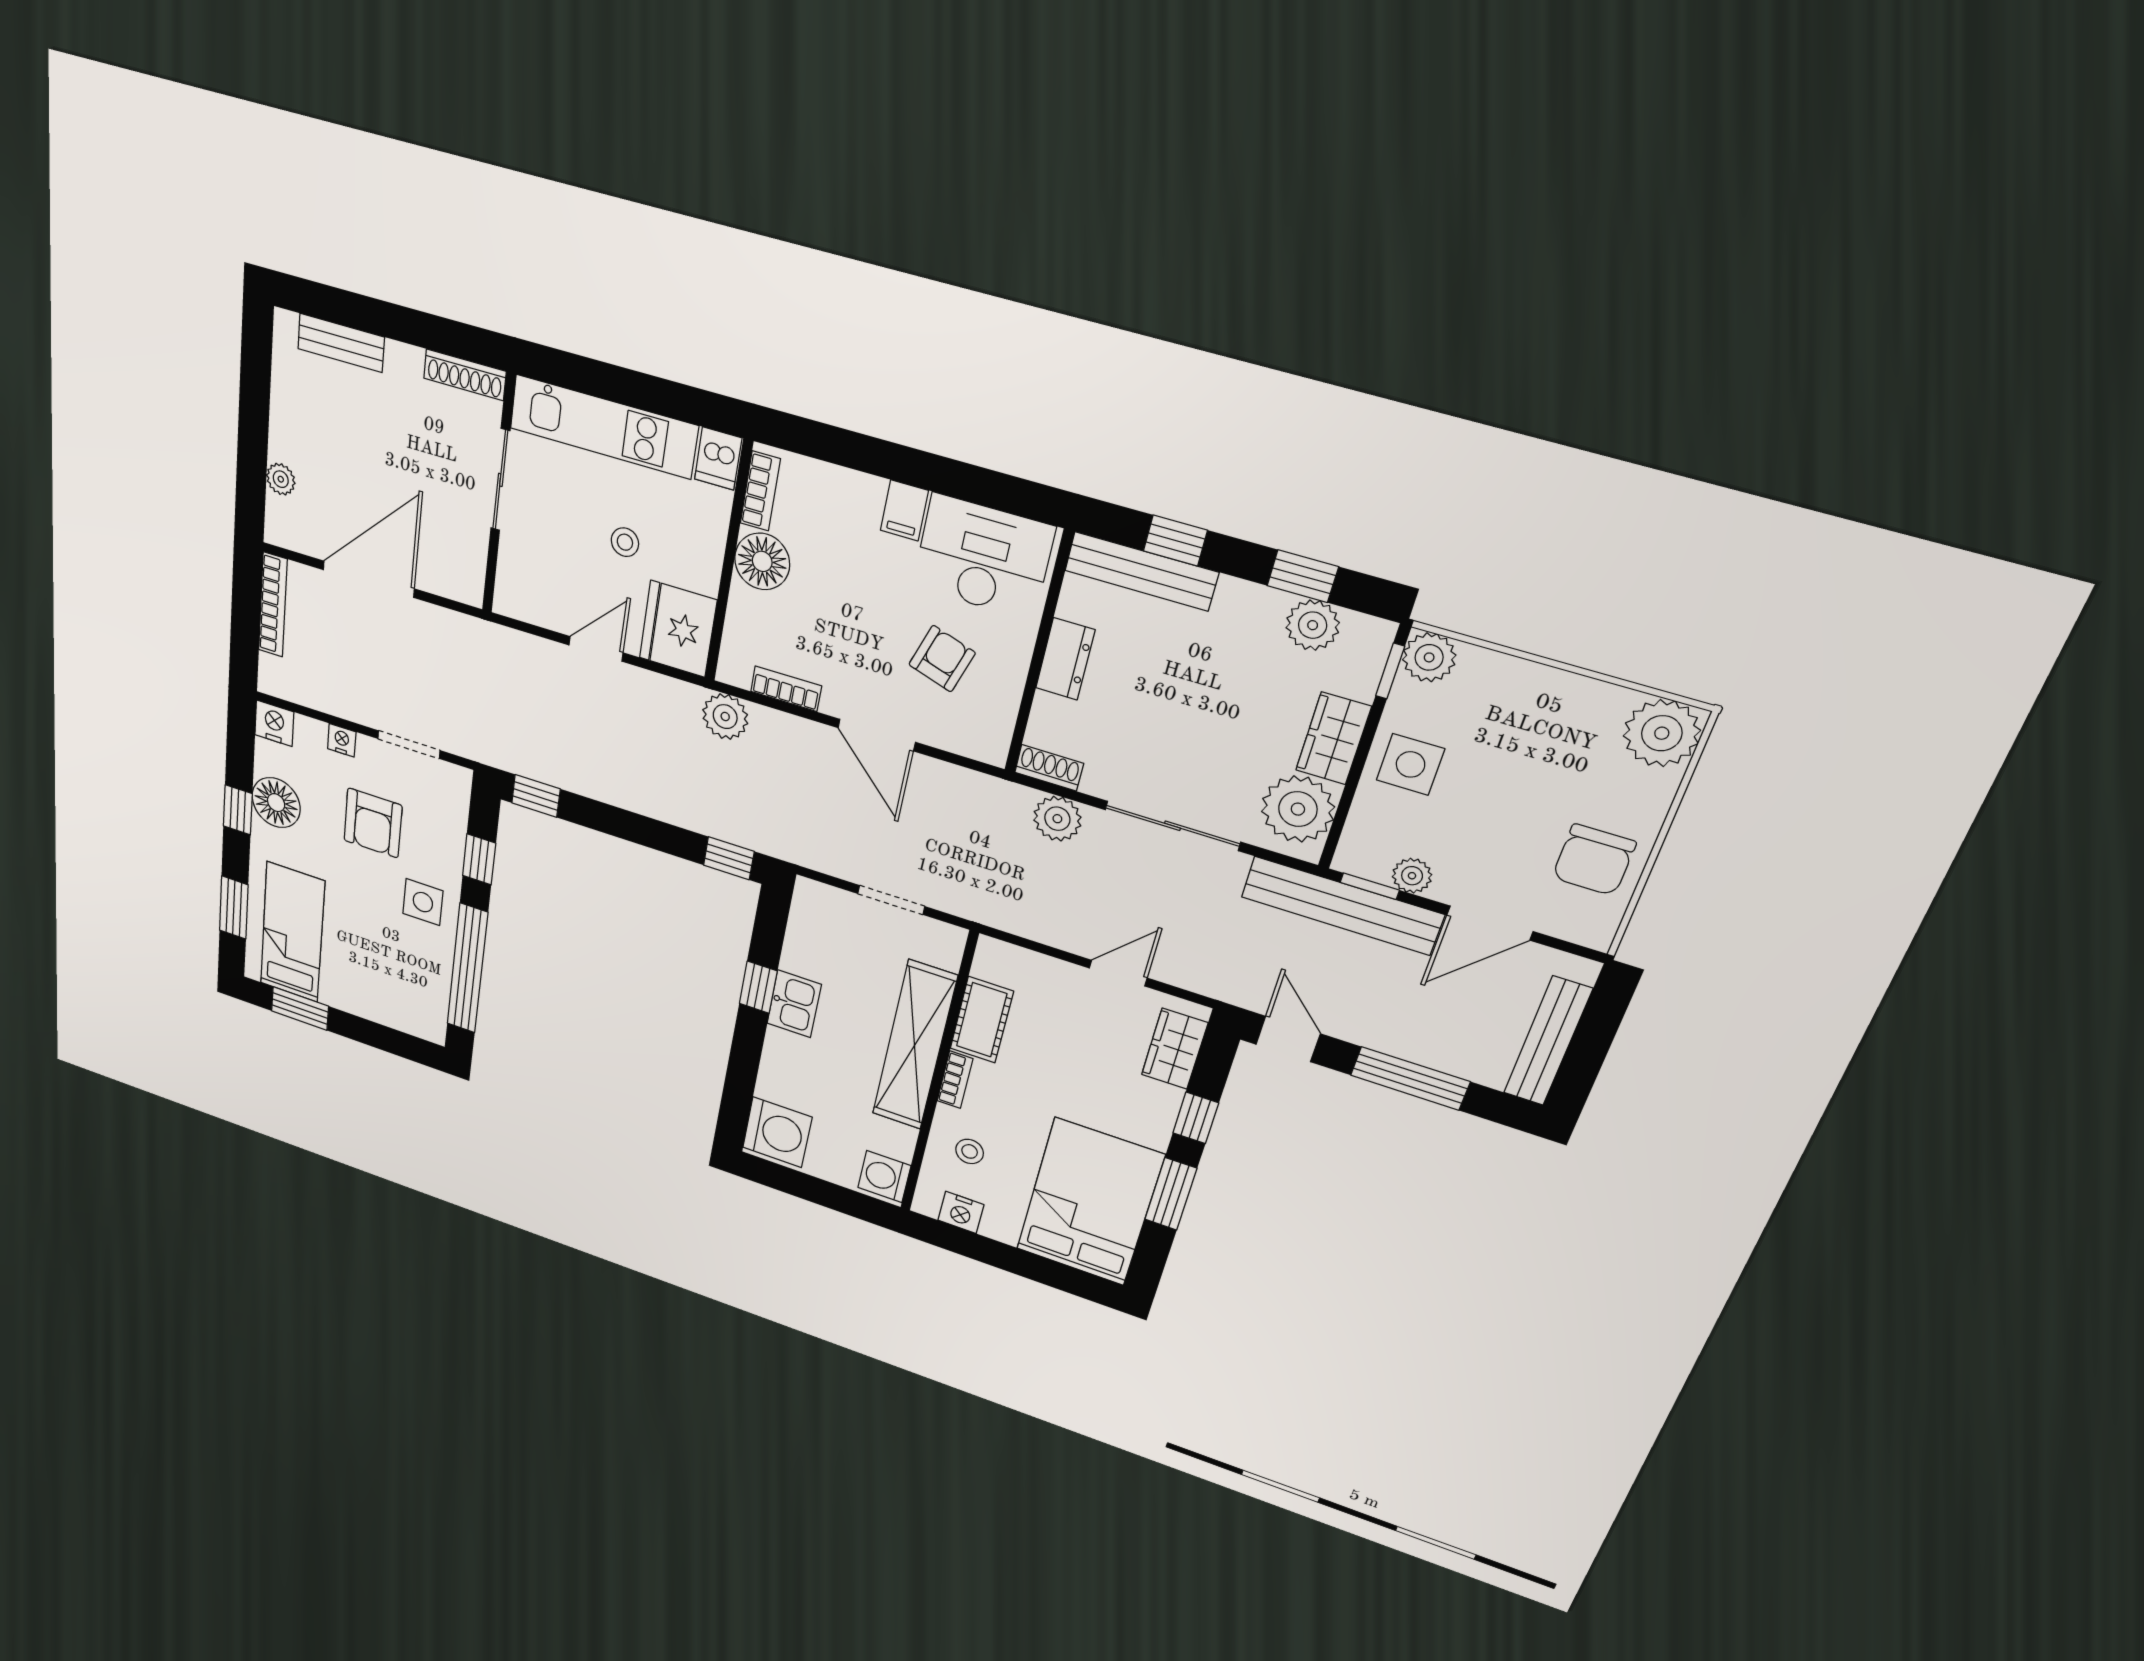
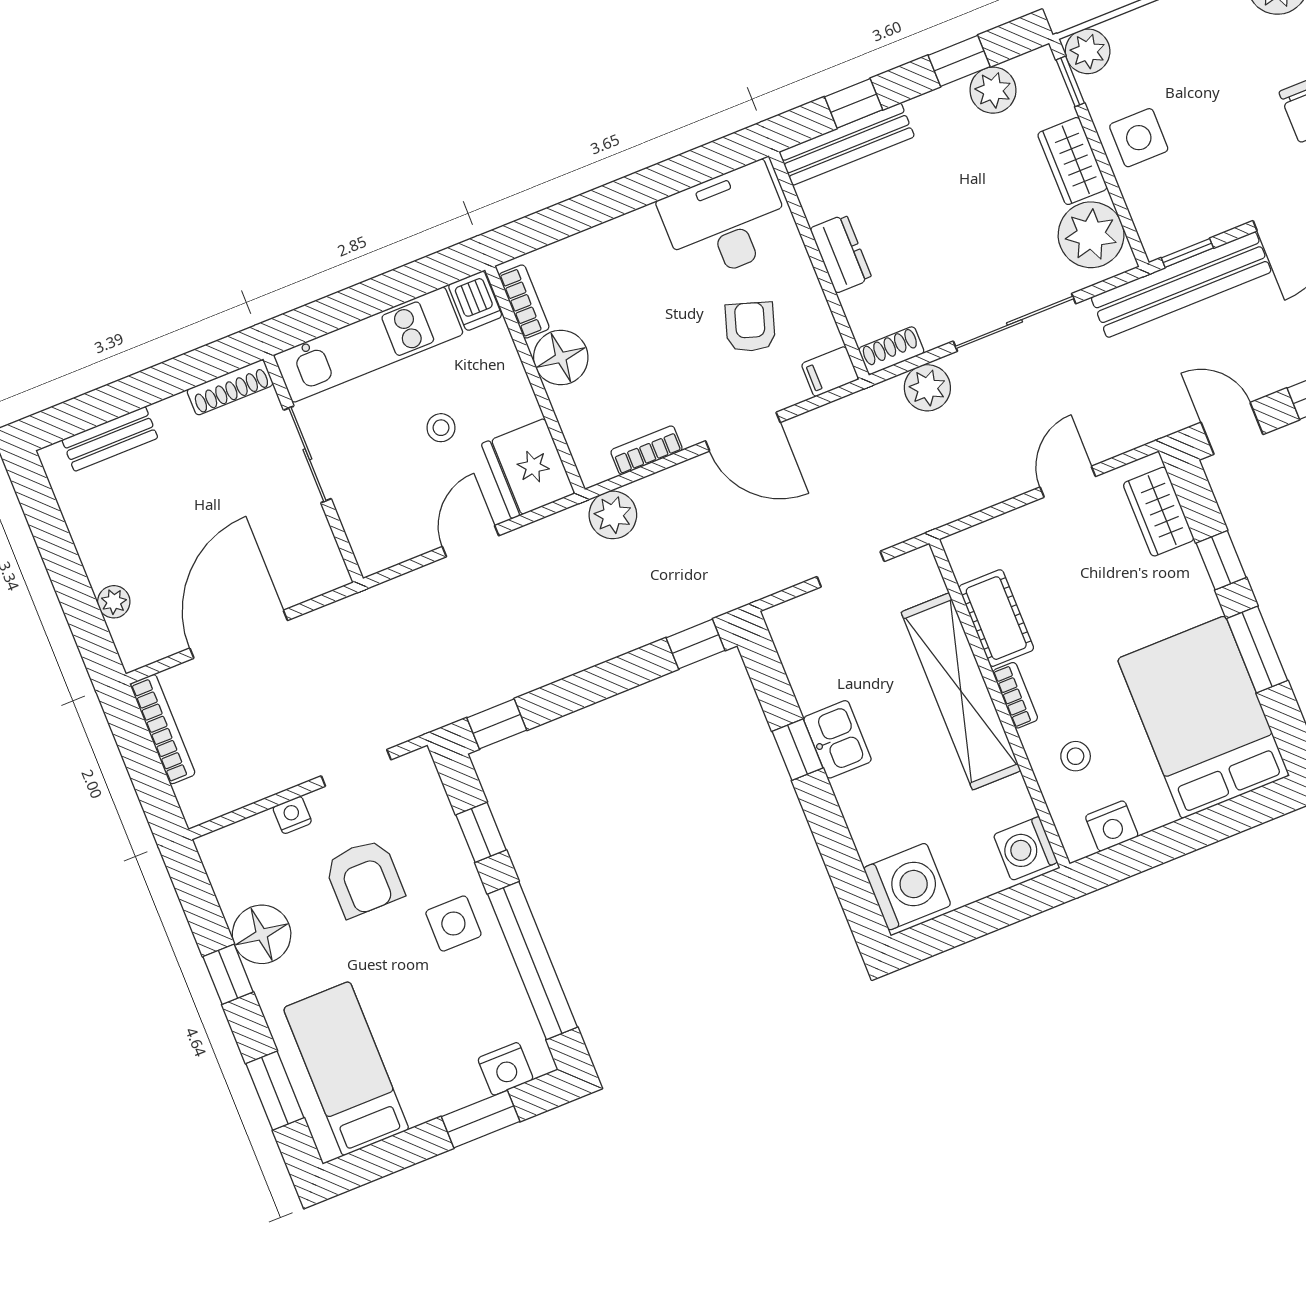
filing cabinet: (904, 510) -> (830, 372), moved, turned 90
nightstand: (274, 723) -> (505, 1069), moved, turned 180
plant: (1412, 876) -> (1209, 220), removed
window: (300, 1009) -> (481, 1119), moved

